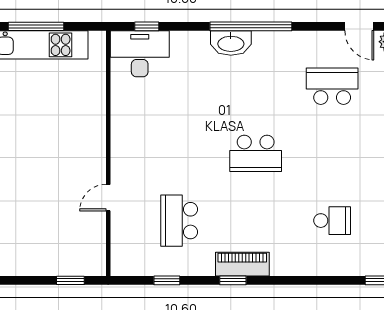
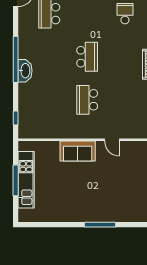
desk: (140, 54) -> (31, 122), removed
sofa: (88, 136) -> (78, 151), added
school desk: (179, 221) -> (87, 100), moved, turned 90

